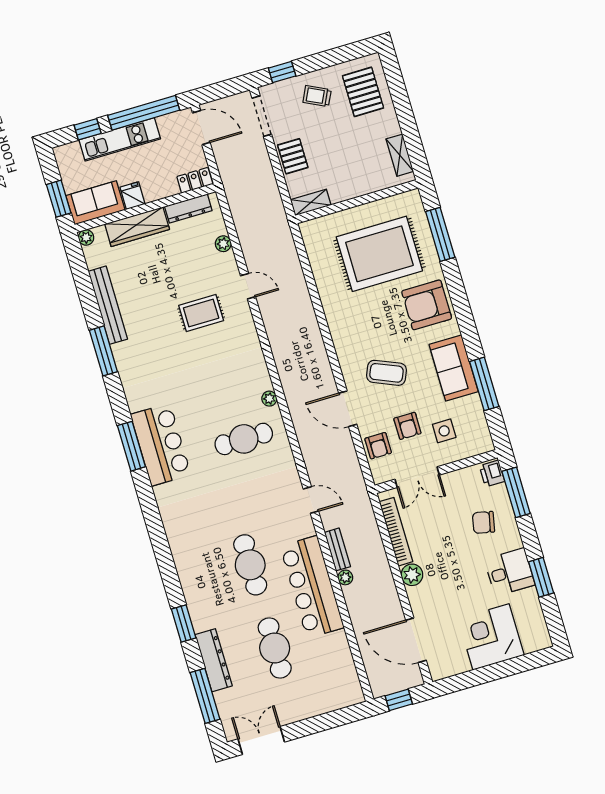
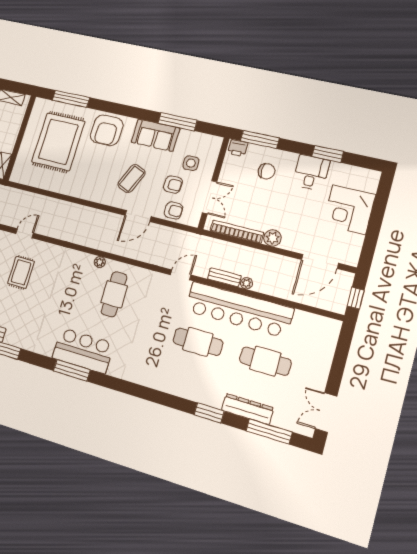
chair: (484, 522) -> (267, 171), turned -102
bar counter: (312, 587) -> (239, 310), width x1.36

